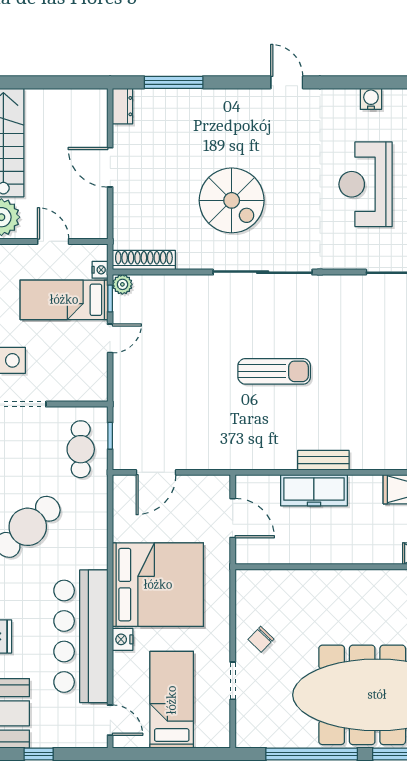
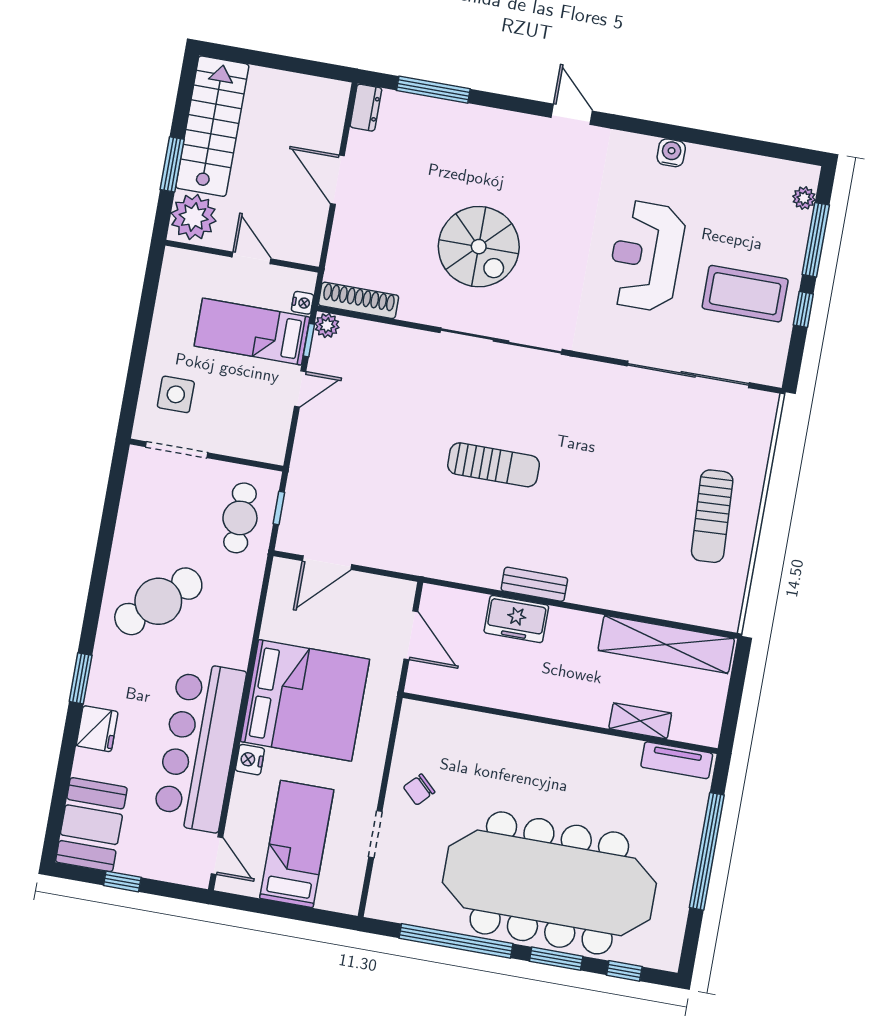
freezer: (314, 490) -> (516, 619), width x0.71

